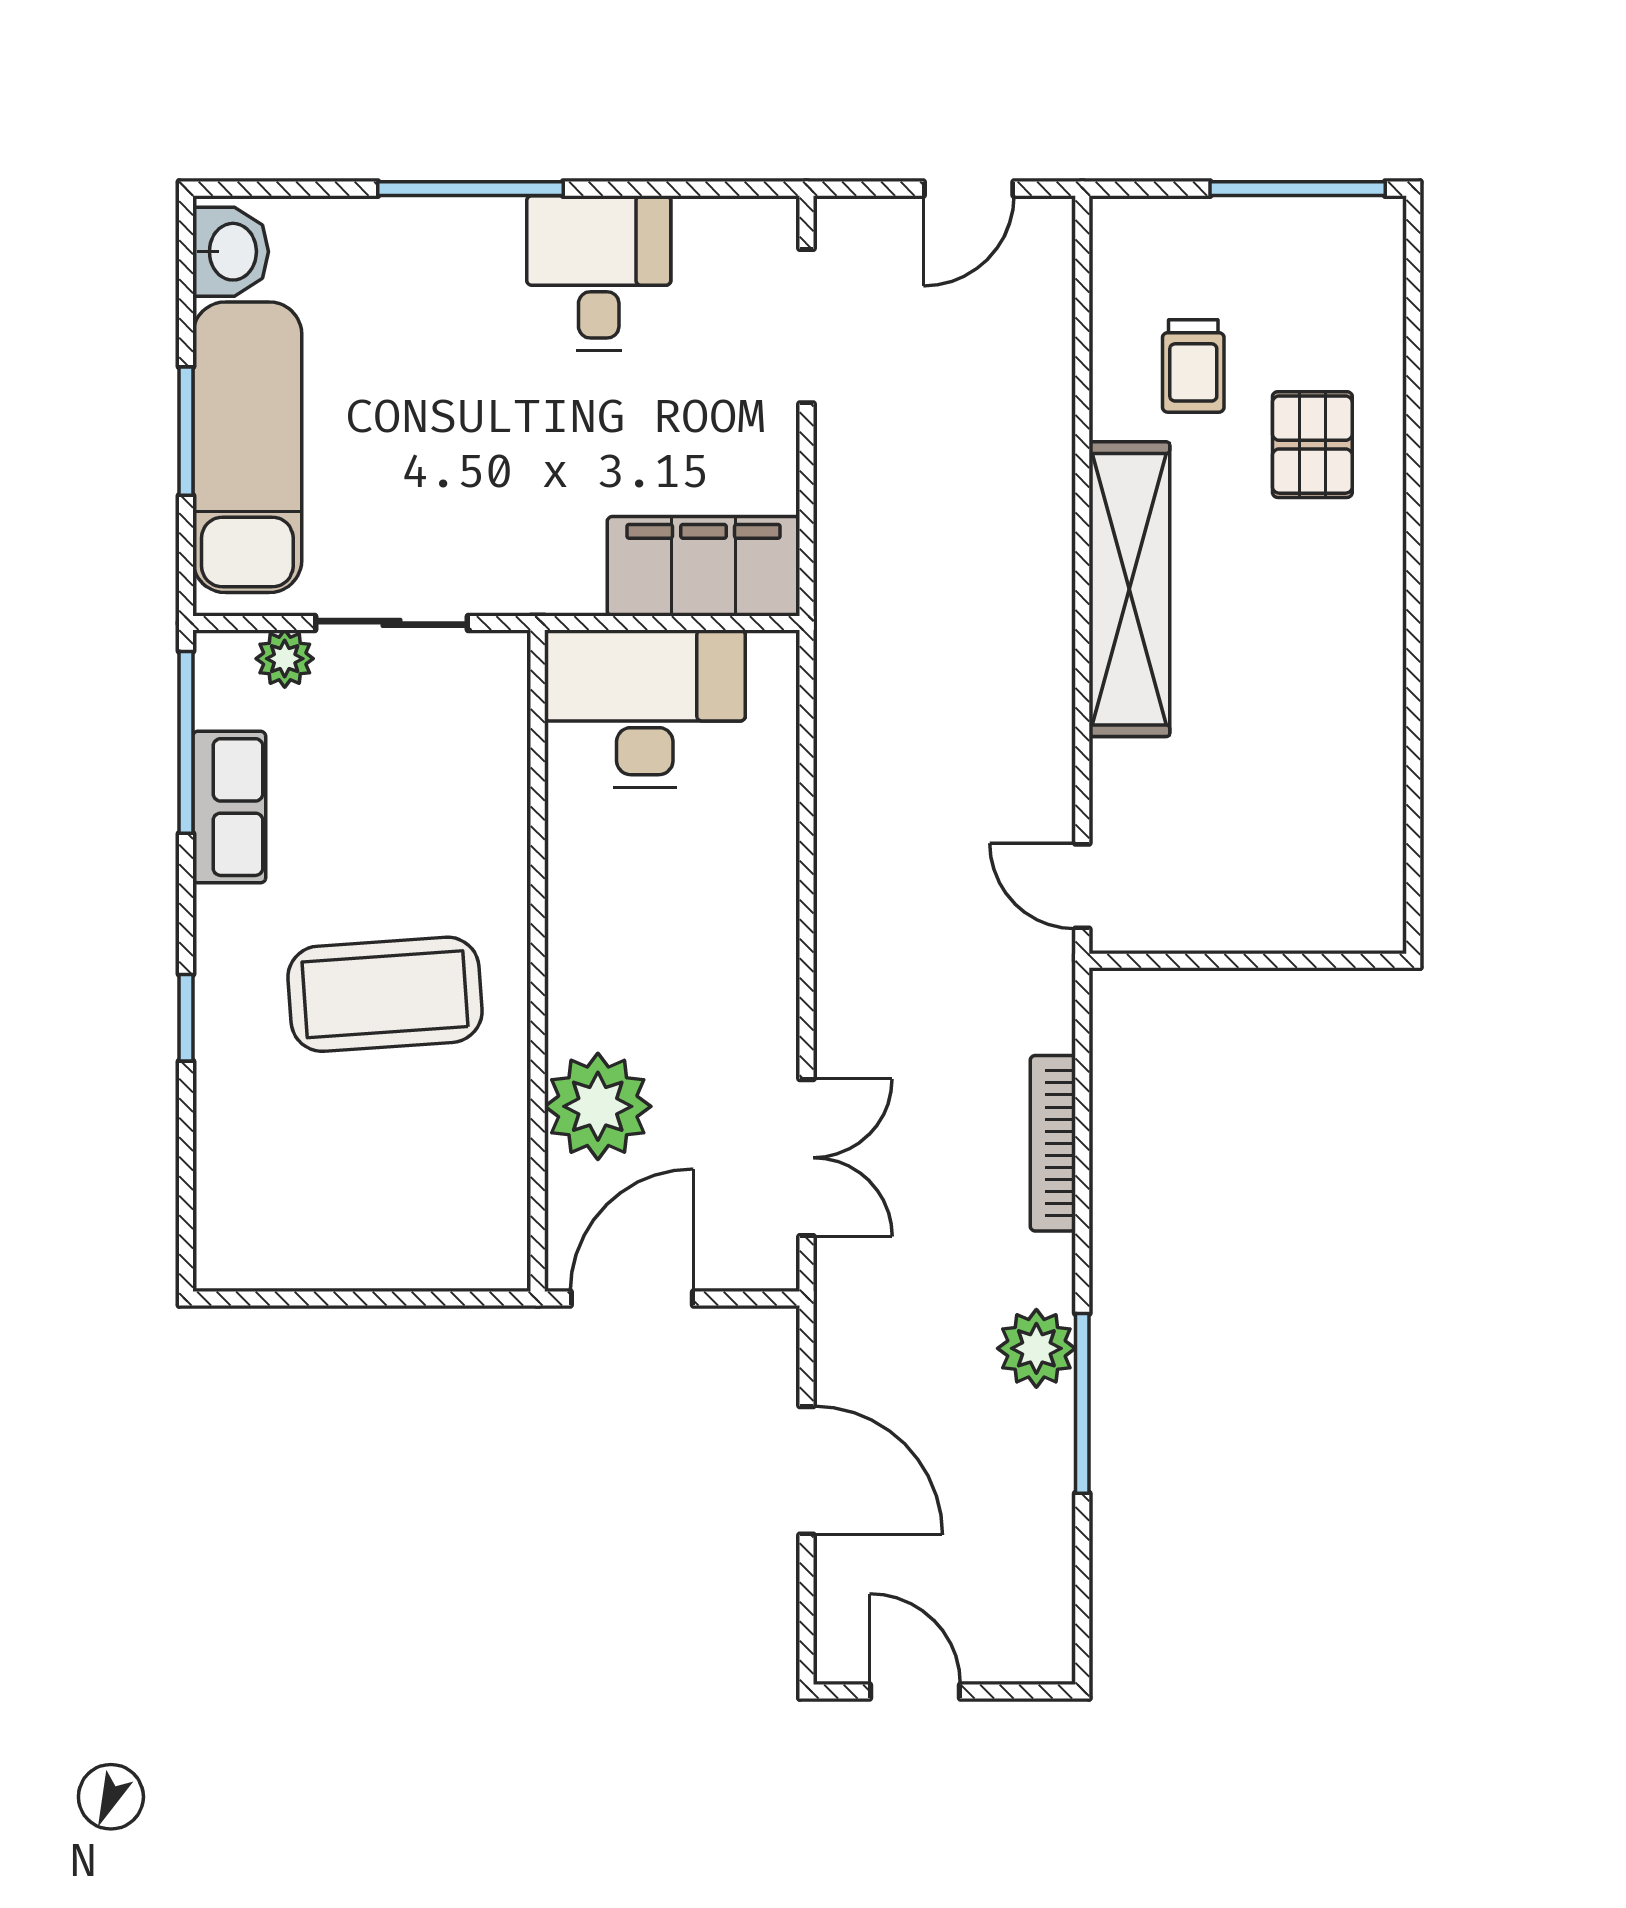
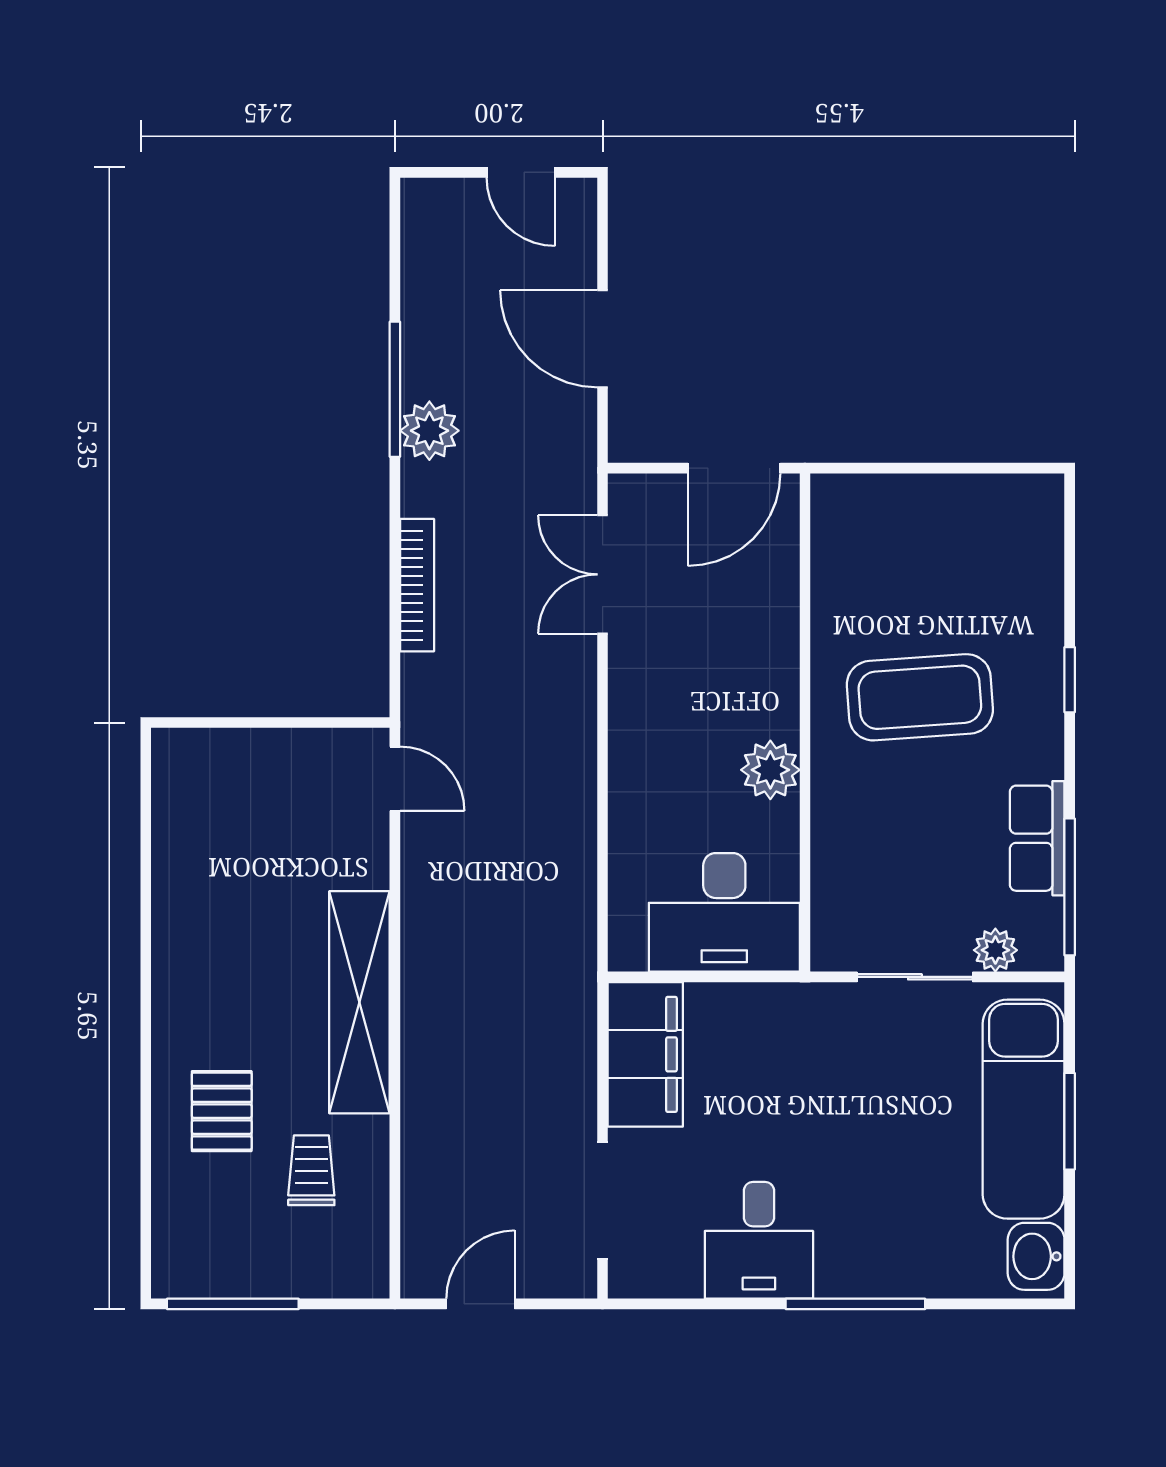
filing cabinet: (704, 566) -> (645, 1054), moved, turned -90
plant: (598, 1106) -> (770, 770), moved, width x0.73, depth x0.73

